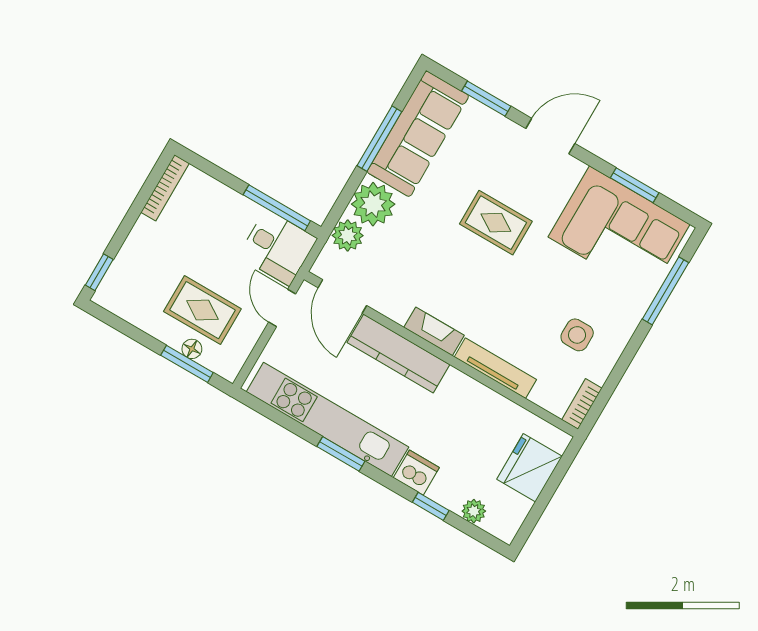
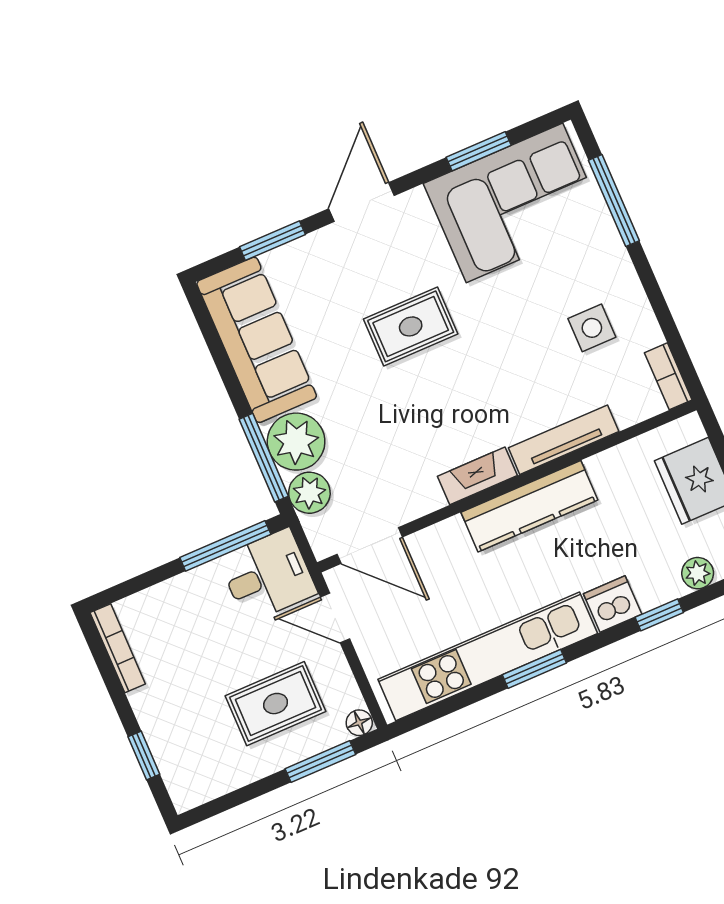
window: (379, 139) -> (264, 458), moved
window: (99, 272) -> (144, 756), moved
floor lamp: (192, 349) -> (359, 723), moved
kitchen counter: (398, 354) -> (529, 506), moved

